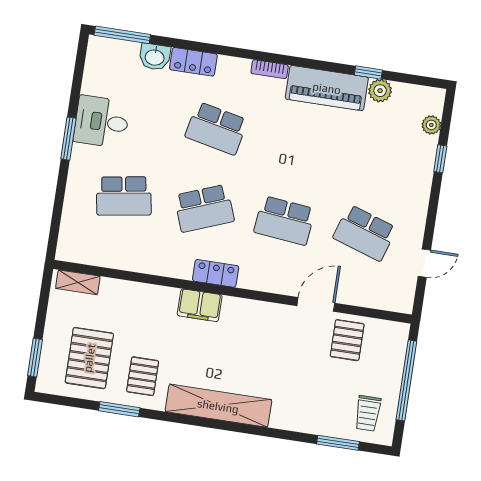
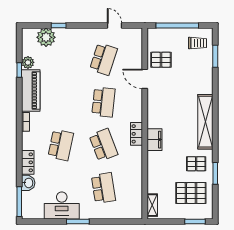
desk: (102, 122) -> (62, 206), width x1.37
plant: (431, 125) -> (46, 37), width x1.88, depth x1.88

